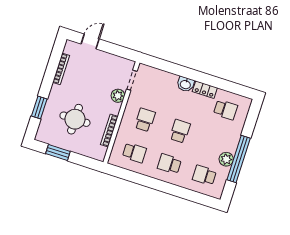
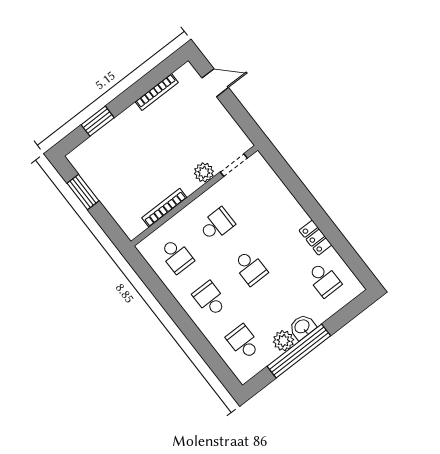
washbasin: (185, 84) -> (302, 327), moved, turned 90
round table: (75, 119) -> (132, 165), removed
school desk: (180, 131) -> (250, 268), turned 90

